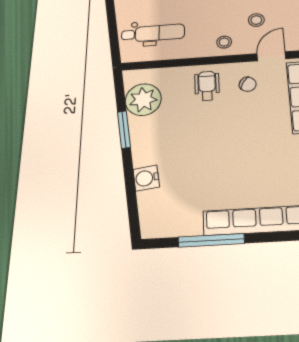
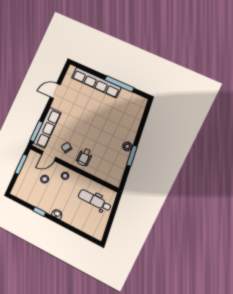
plant: (143, 100) -> (127, 146), moved, width x0.53, depth x0.53
water cooler: (146, 178) -> (133, 126), removed

